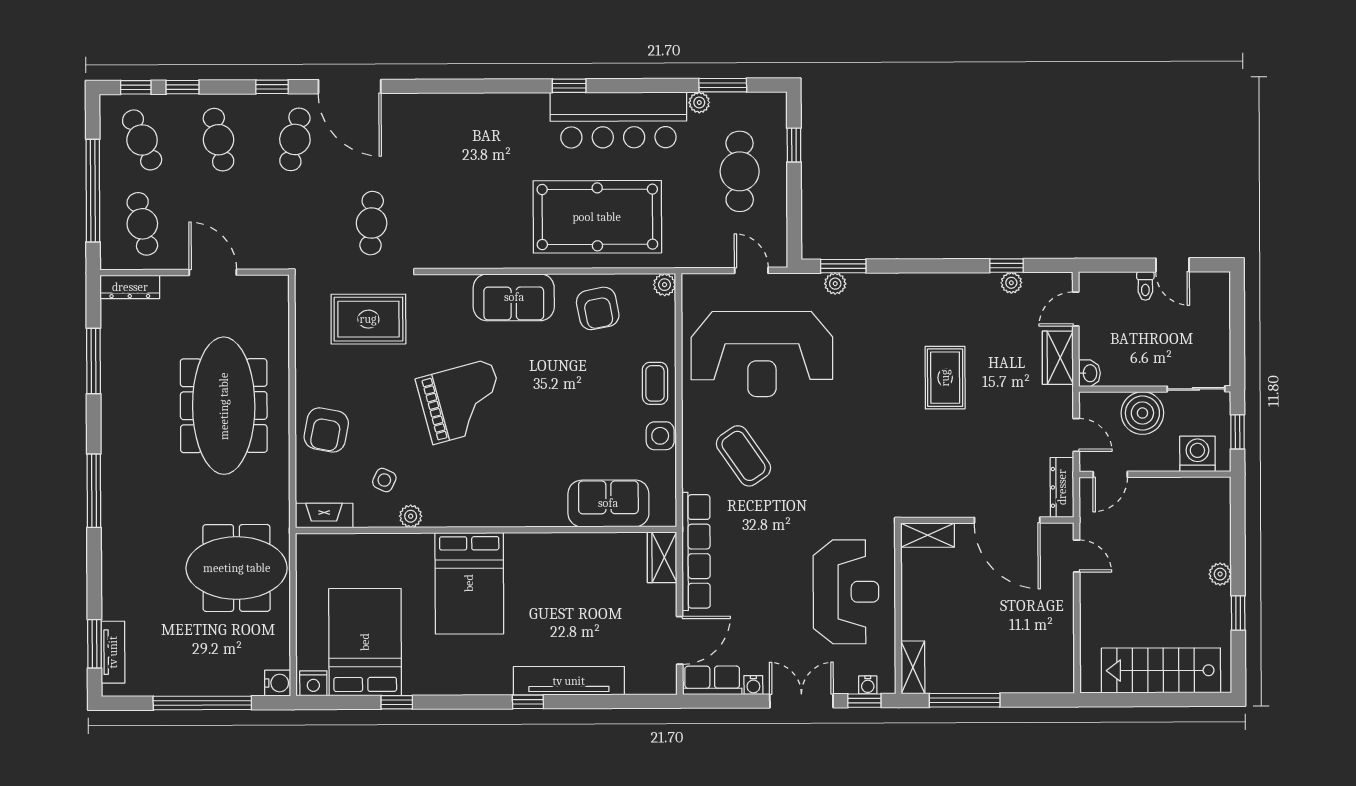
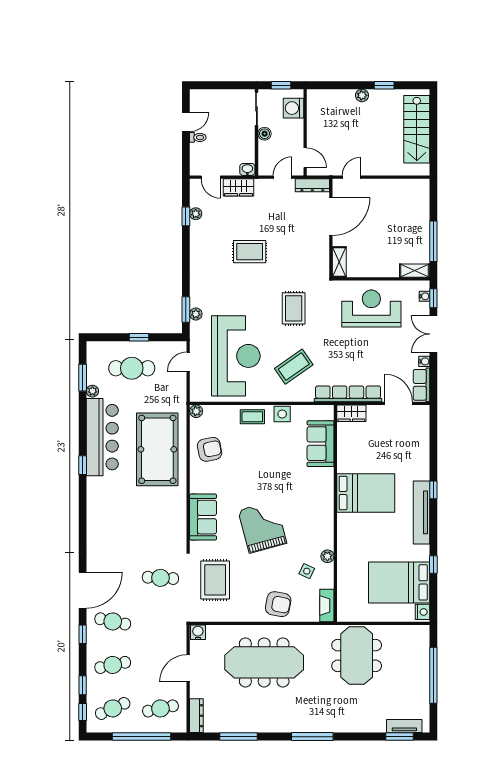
window: (794, 145) -> (139, 337), moved
sofa: (514, 297) -> (203, 517), moved
boiler: (1142, 413) -> (265, 134), width x0.54, depth x0.54
rug: (846, 455) -> (294, 308), added
bed: (469, 583) -> (366, 493), moved
tv unit: (569, 681) -> (421, 512), moved
water cooler: (278, 683) -> (198, 632), moved

